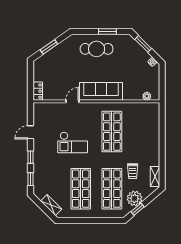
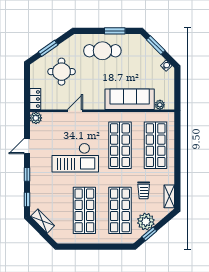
round table: (61, 67) -> (62, 72), added
sofa: (101, 91) -> (130, 99), moved
plant: (38, 108) -> (36, 118), added
shop shelf: (143, 132) -> (156, 145), added
checkout: (73, 142) -> (75, 158), width x1.36, depth x1.21
shelving: (51, 205) -> (43, 221), moved

